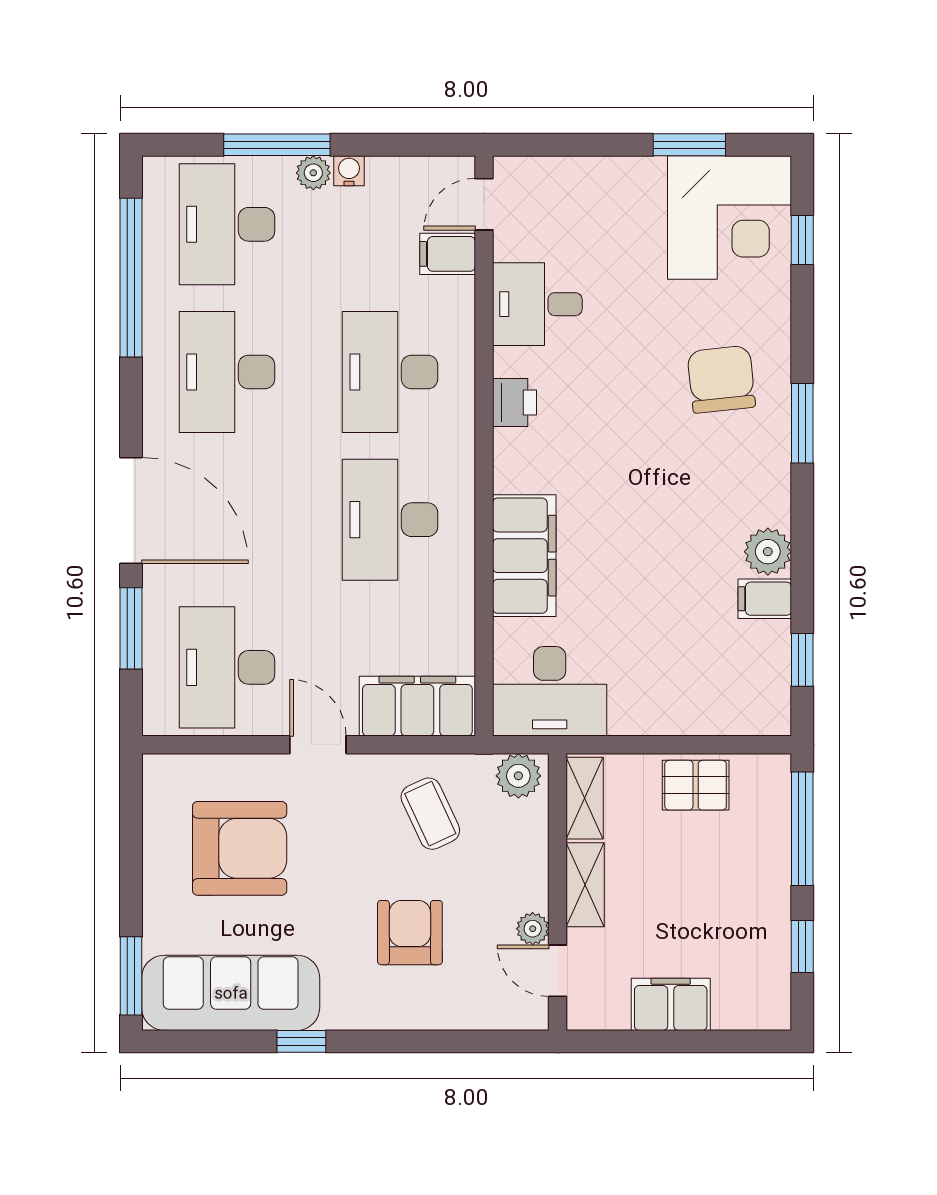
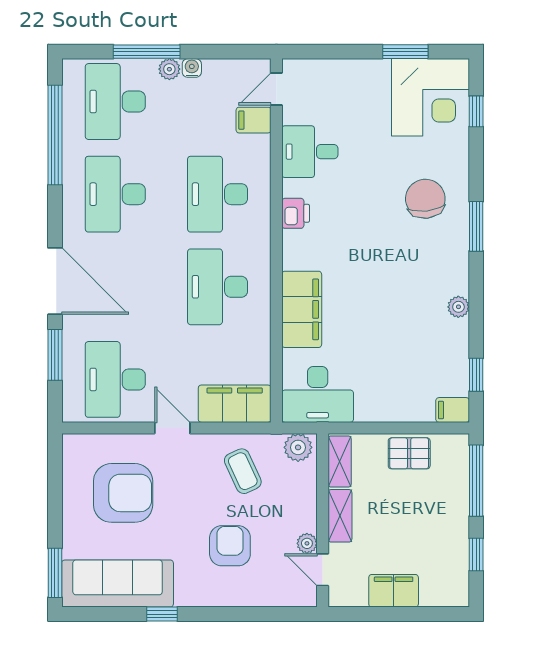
plant: (768, 552) -> (458, 307), width x0.73, depth x0.73
filing cabinet: (765, 599) -> (453, 410), moved

